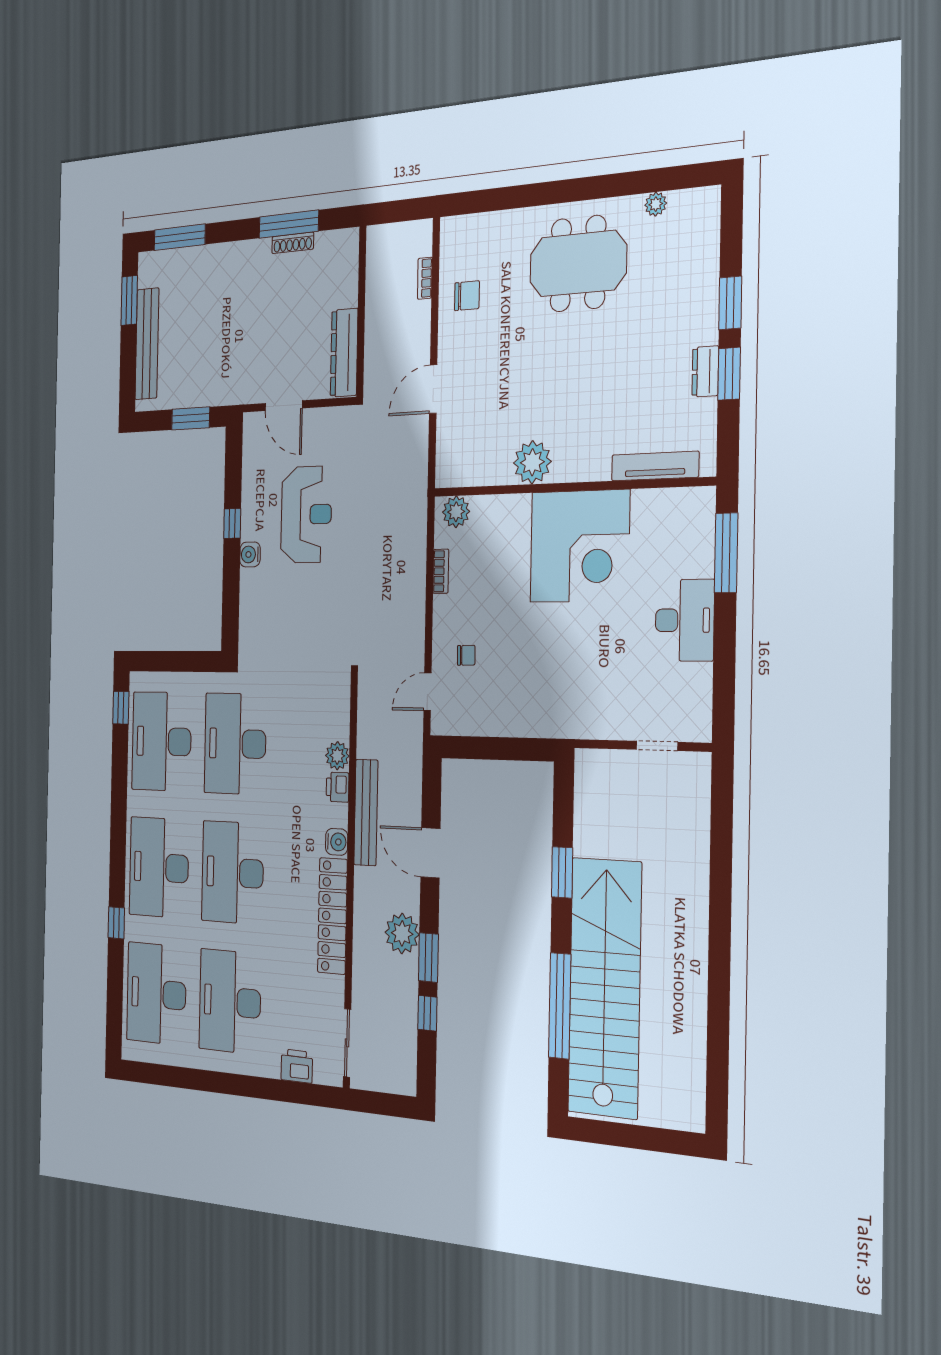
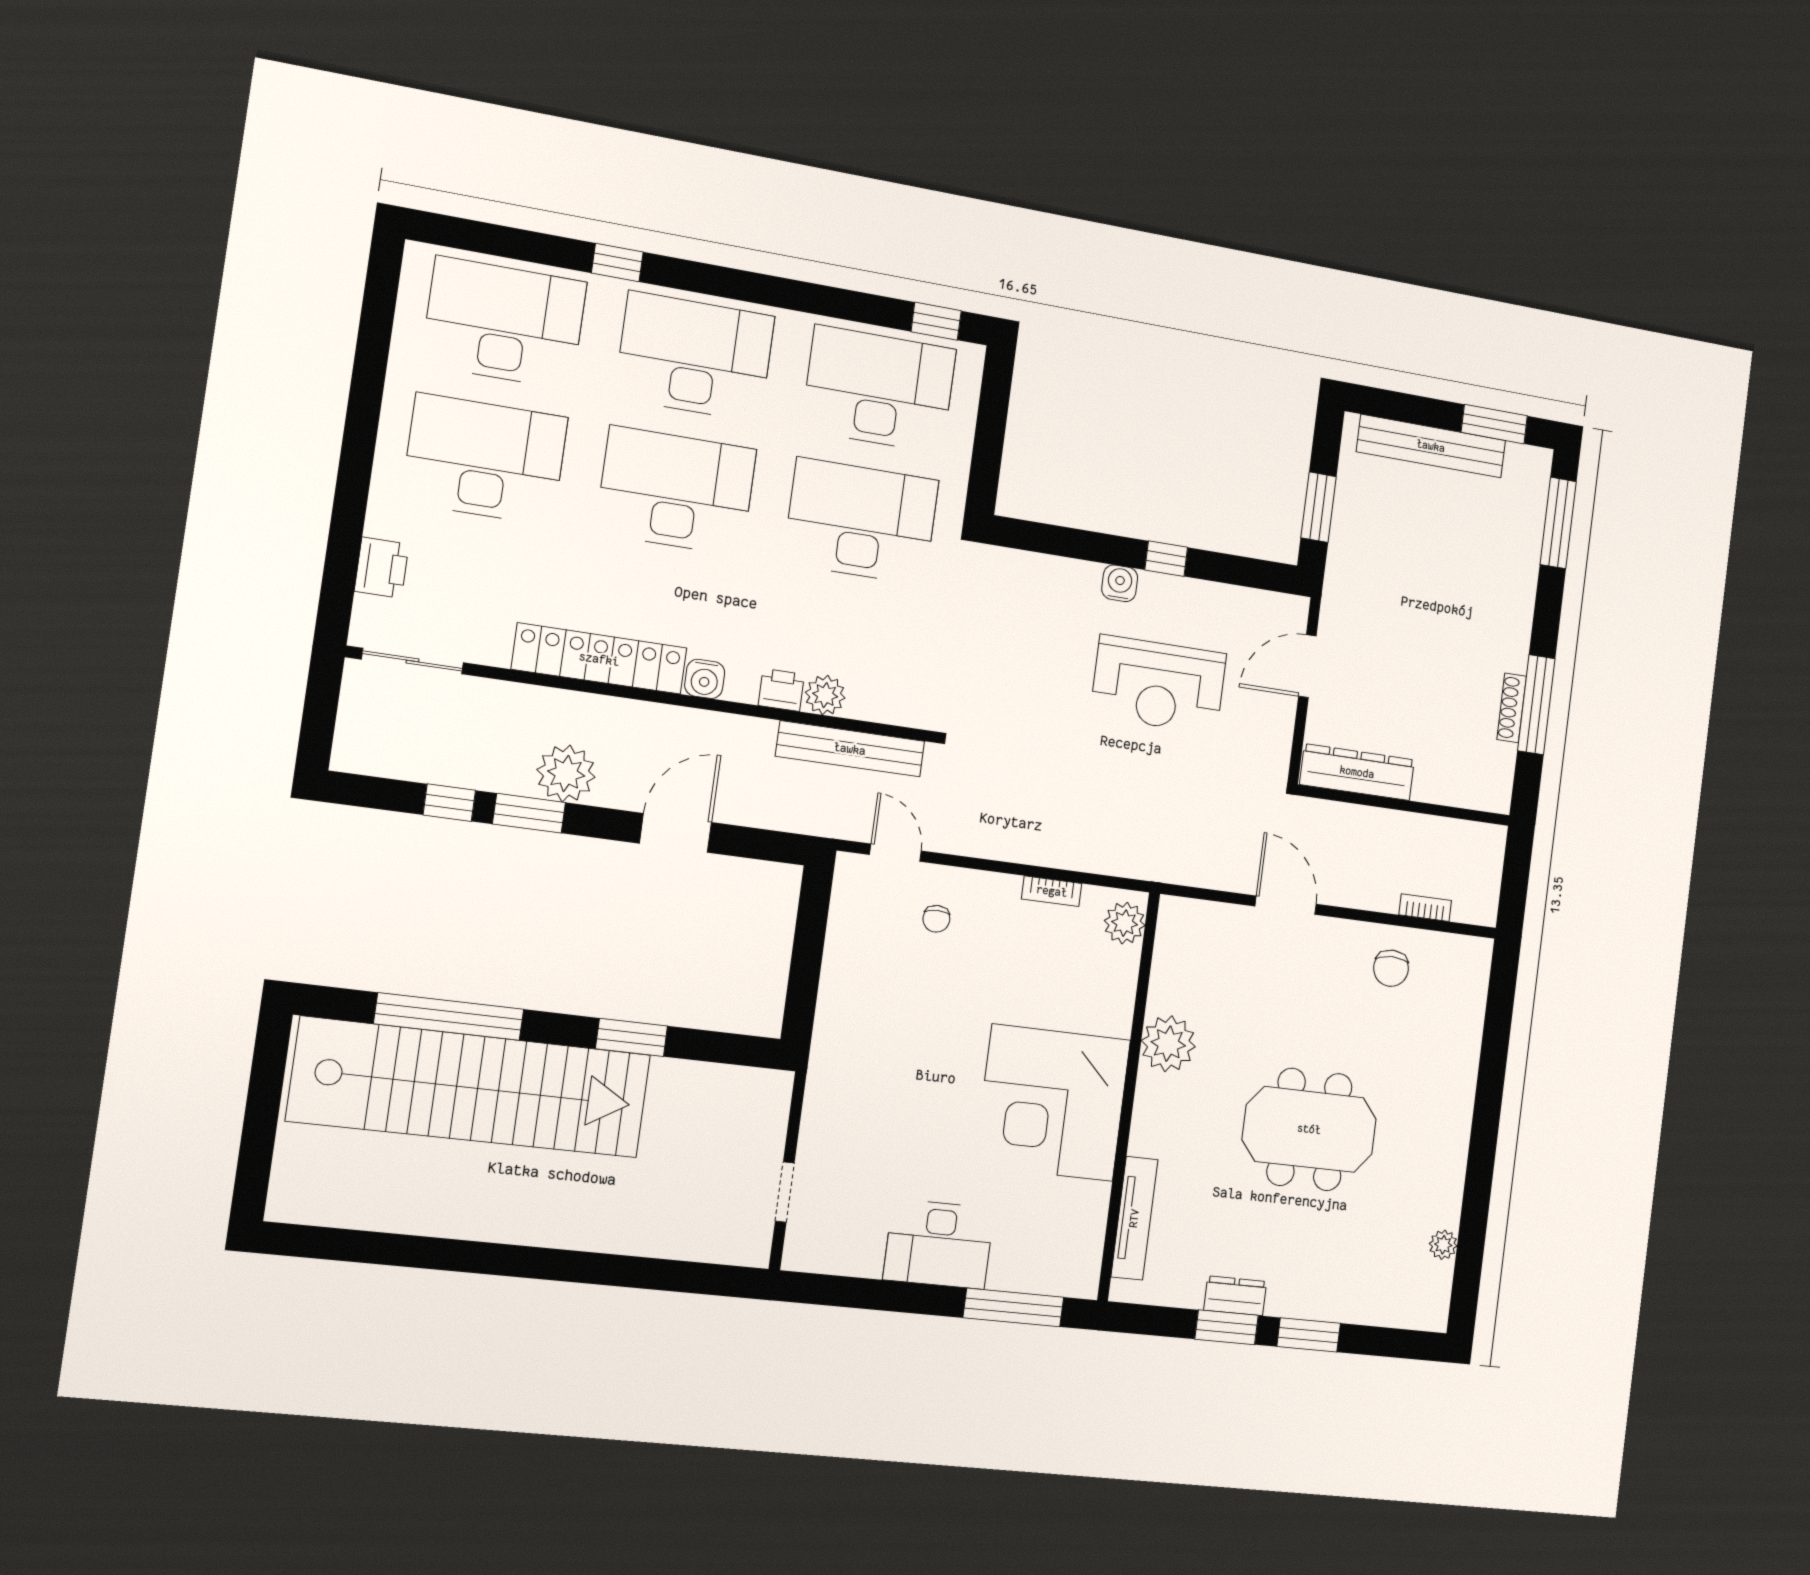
meeting table: (578, 264) -> (1309, 1129), moved, turned 90
bench: (366, 812) -> (850, 749), moved

